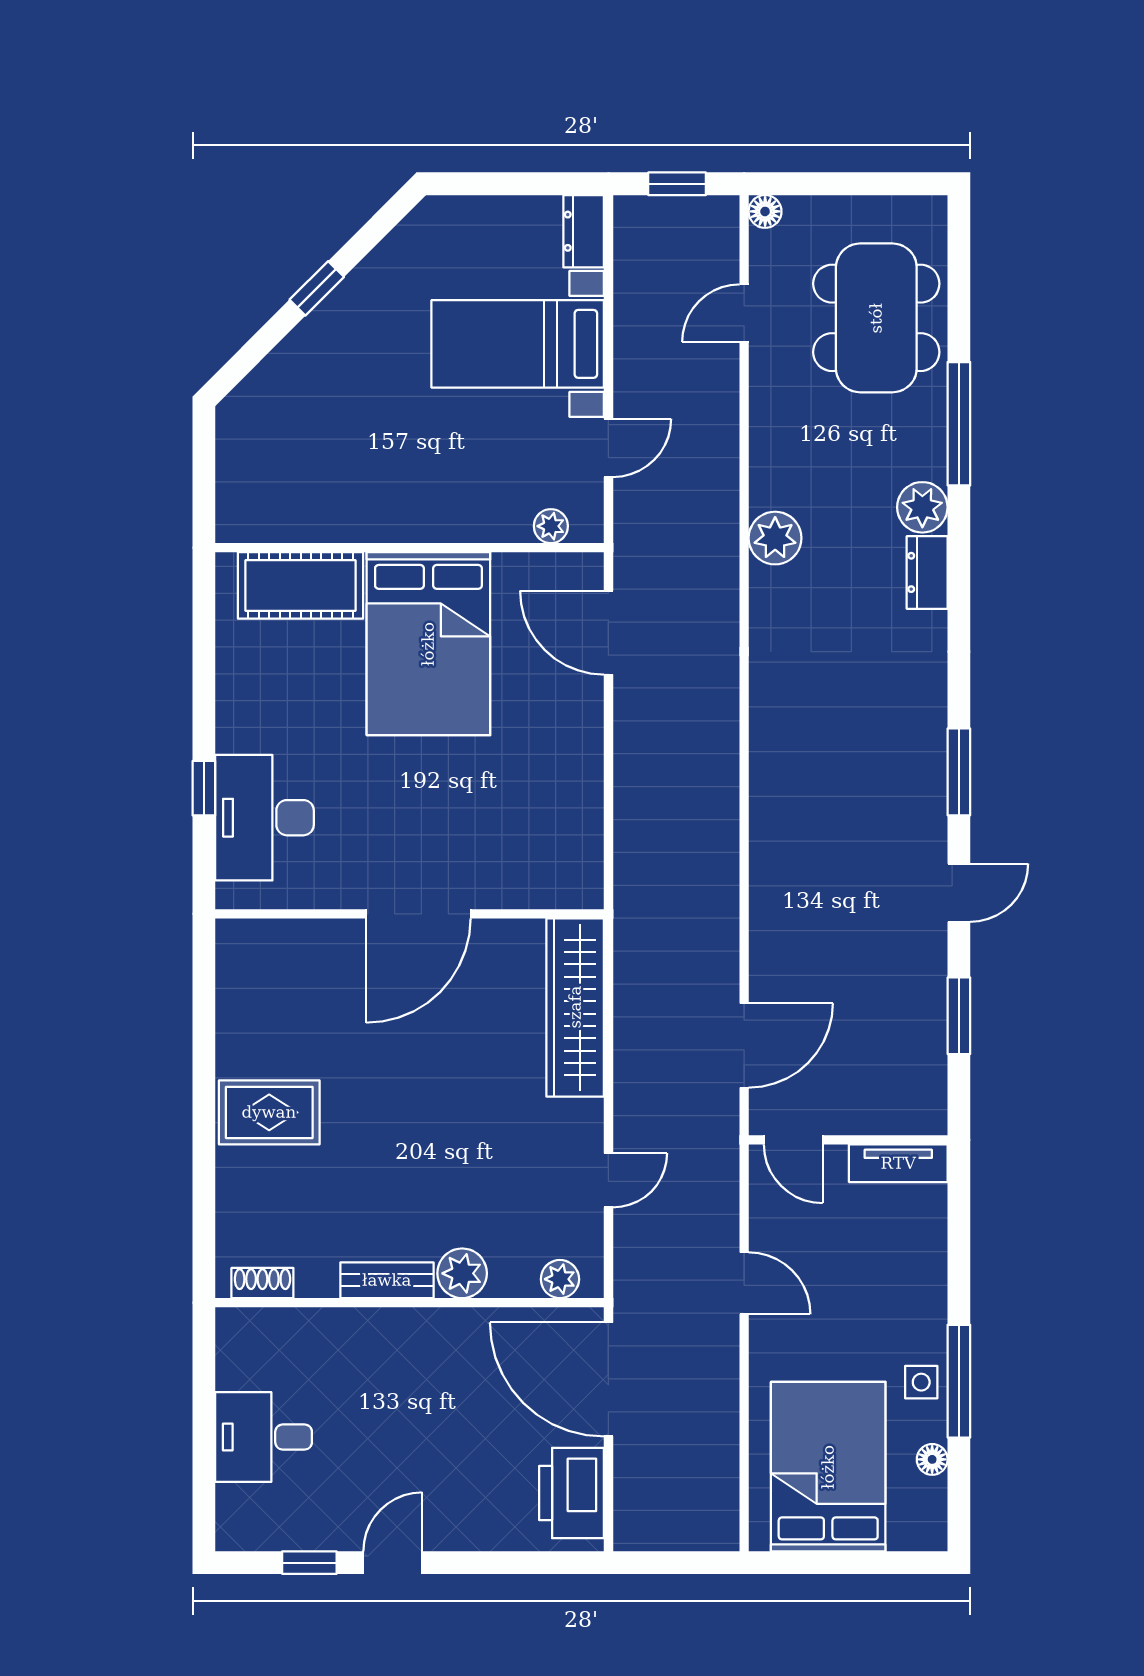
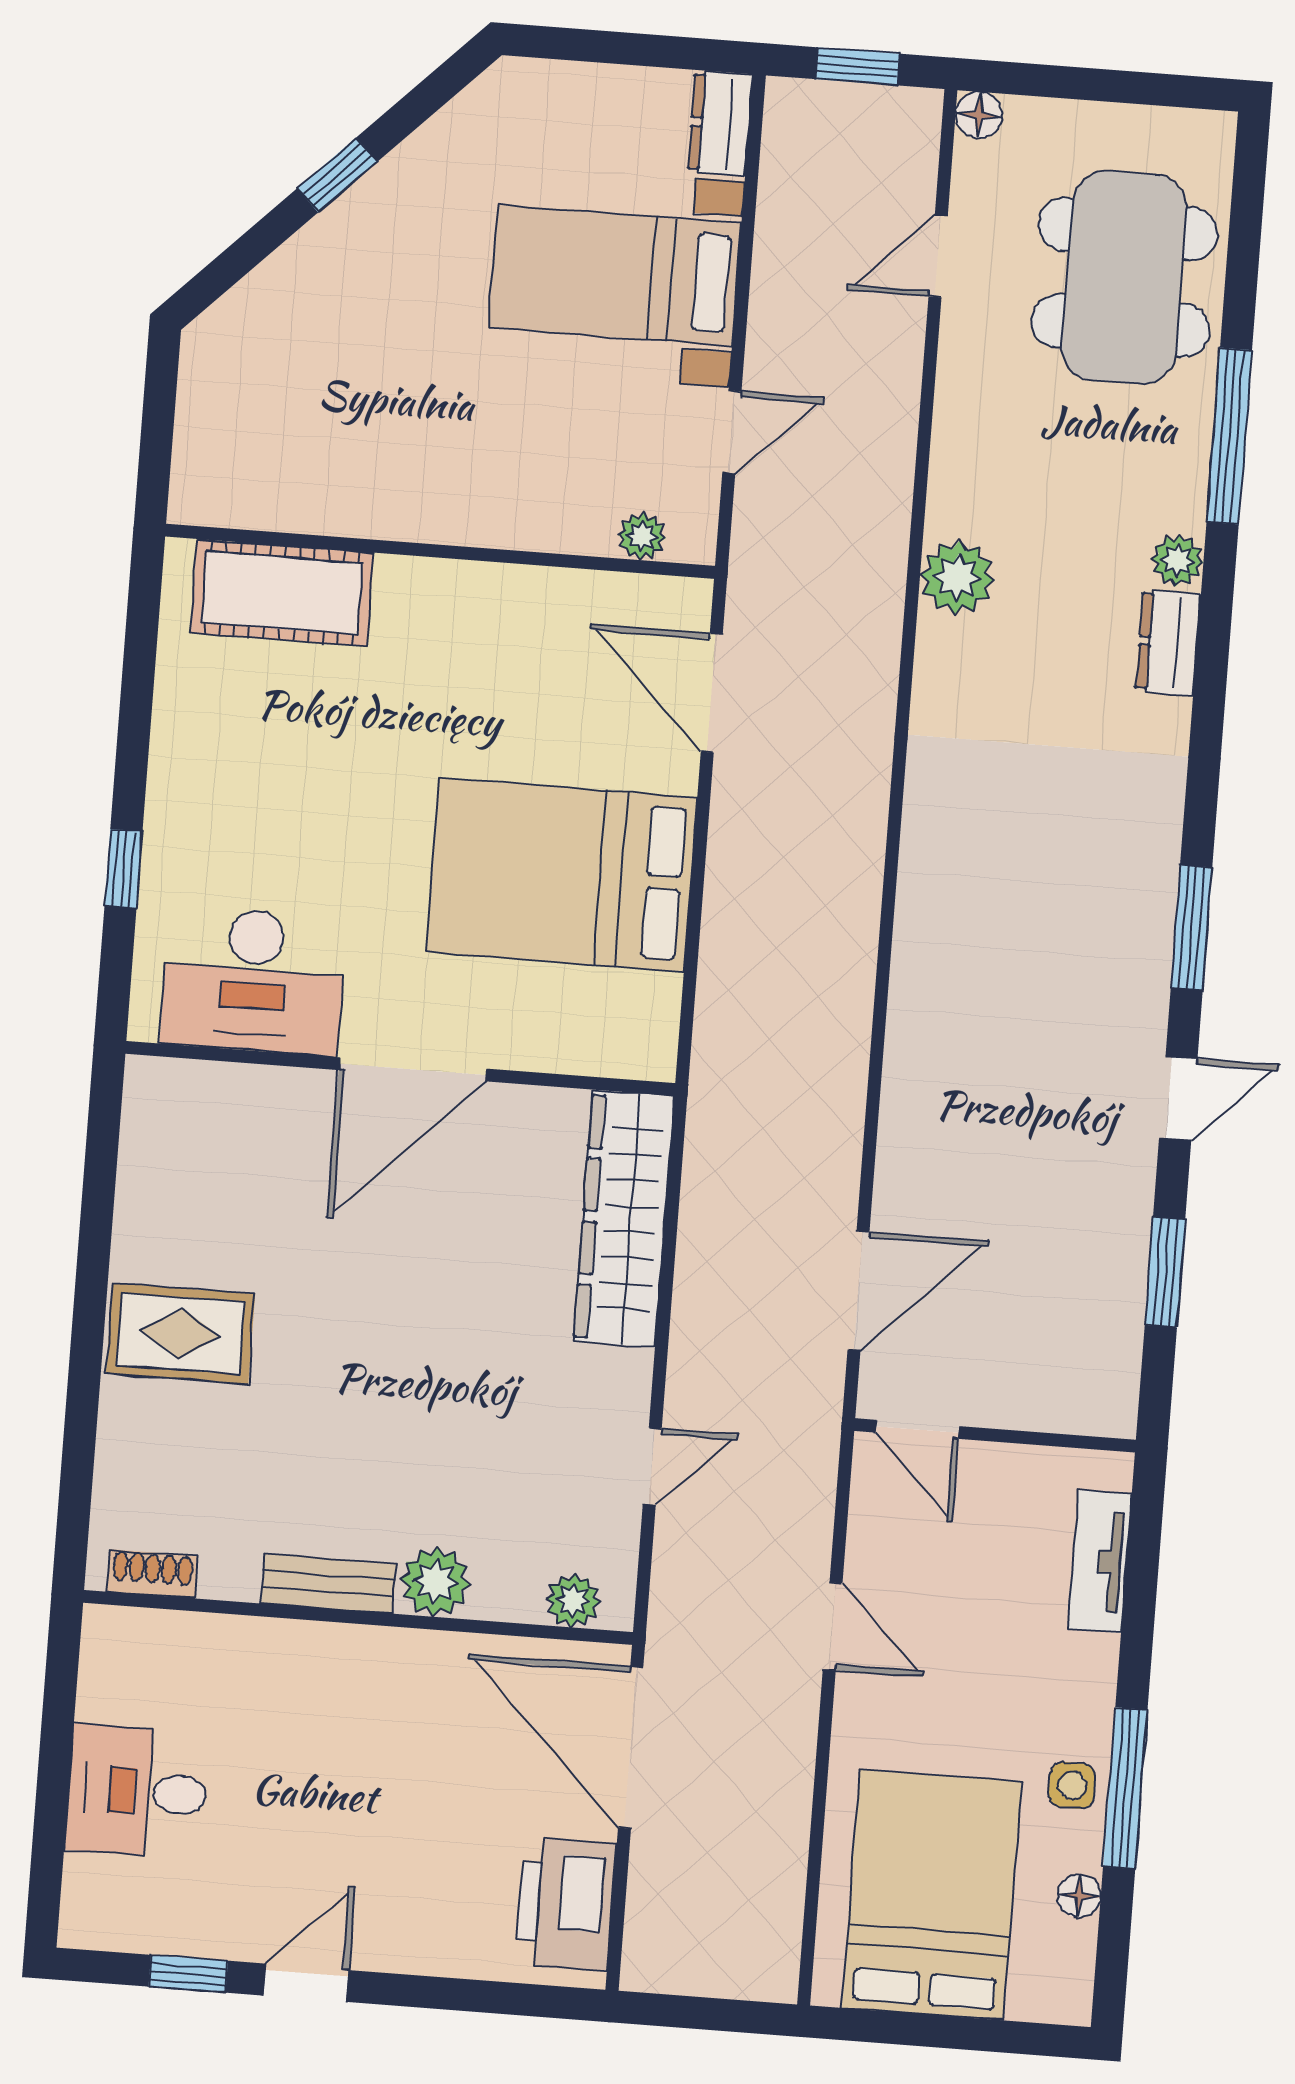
plant: (922, 507) -> (1178, 560), width x0.73, depth x0.73
bed: (428, 644) -> (561, 875), moved, turned 90
desk: (265, 818) -> (253, 981), moved, turned -90
tv unit: (898, 1163) -> (1100, 1561), moved, turned 90

